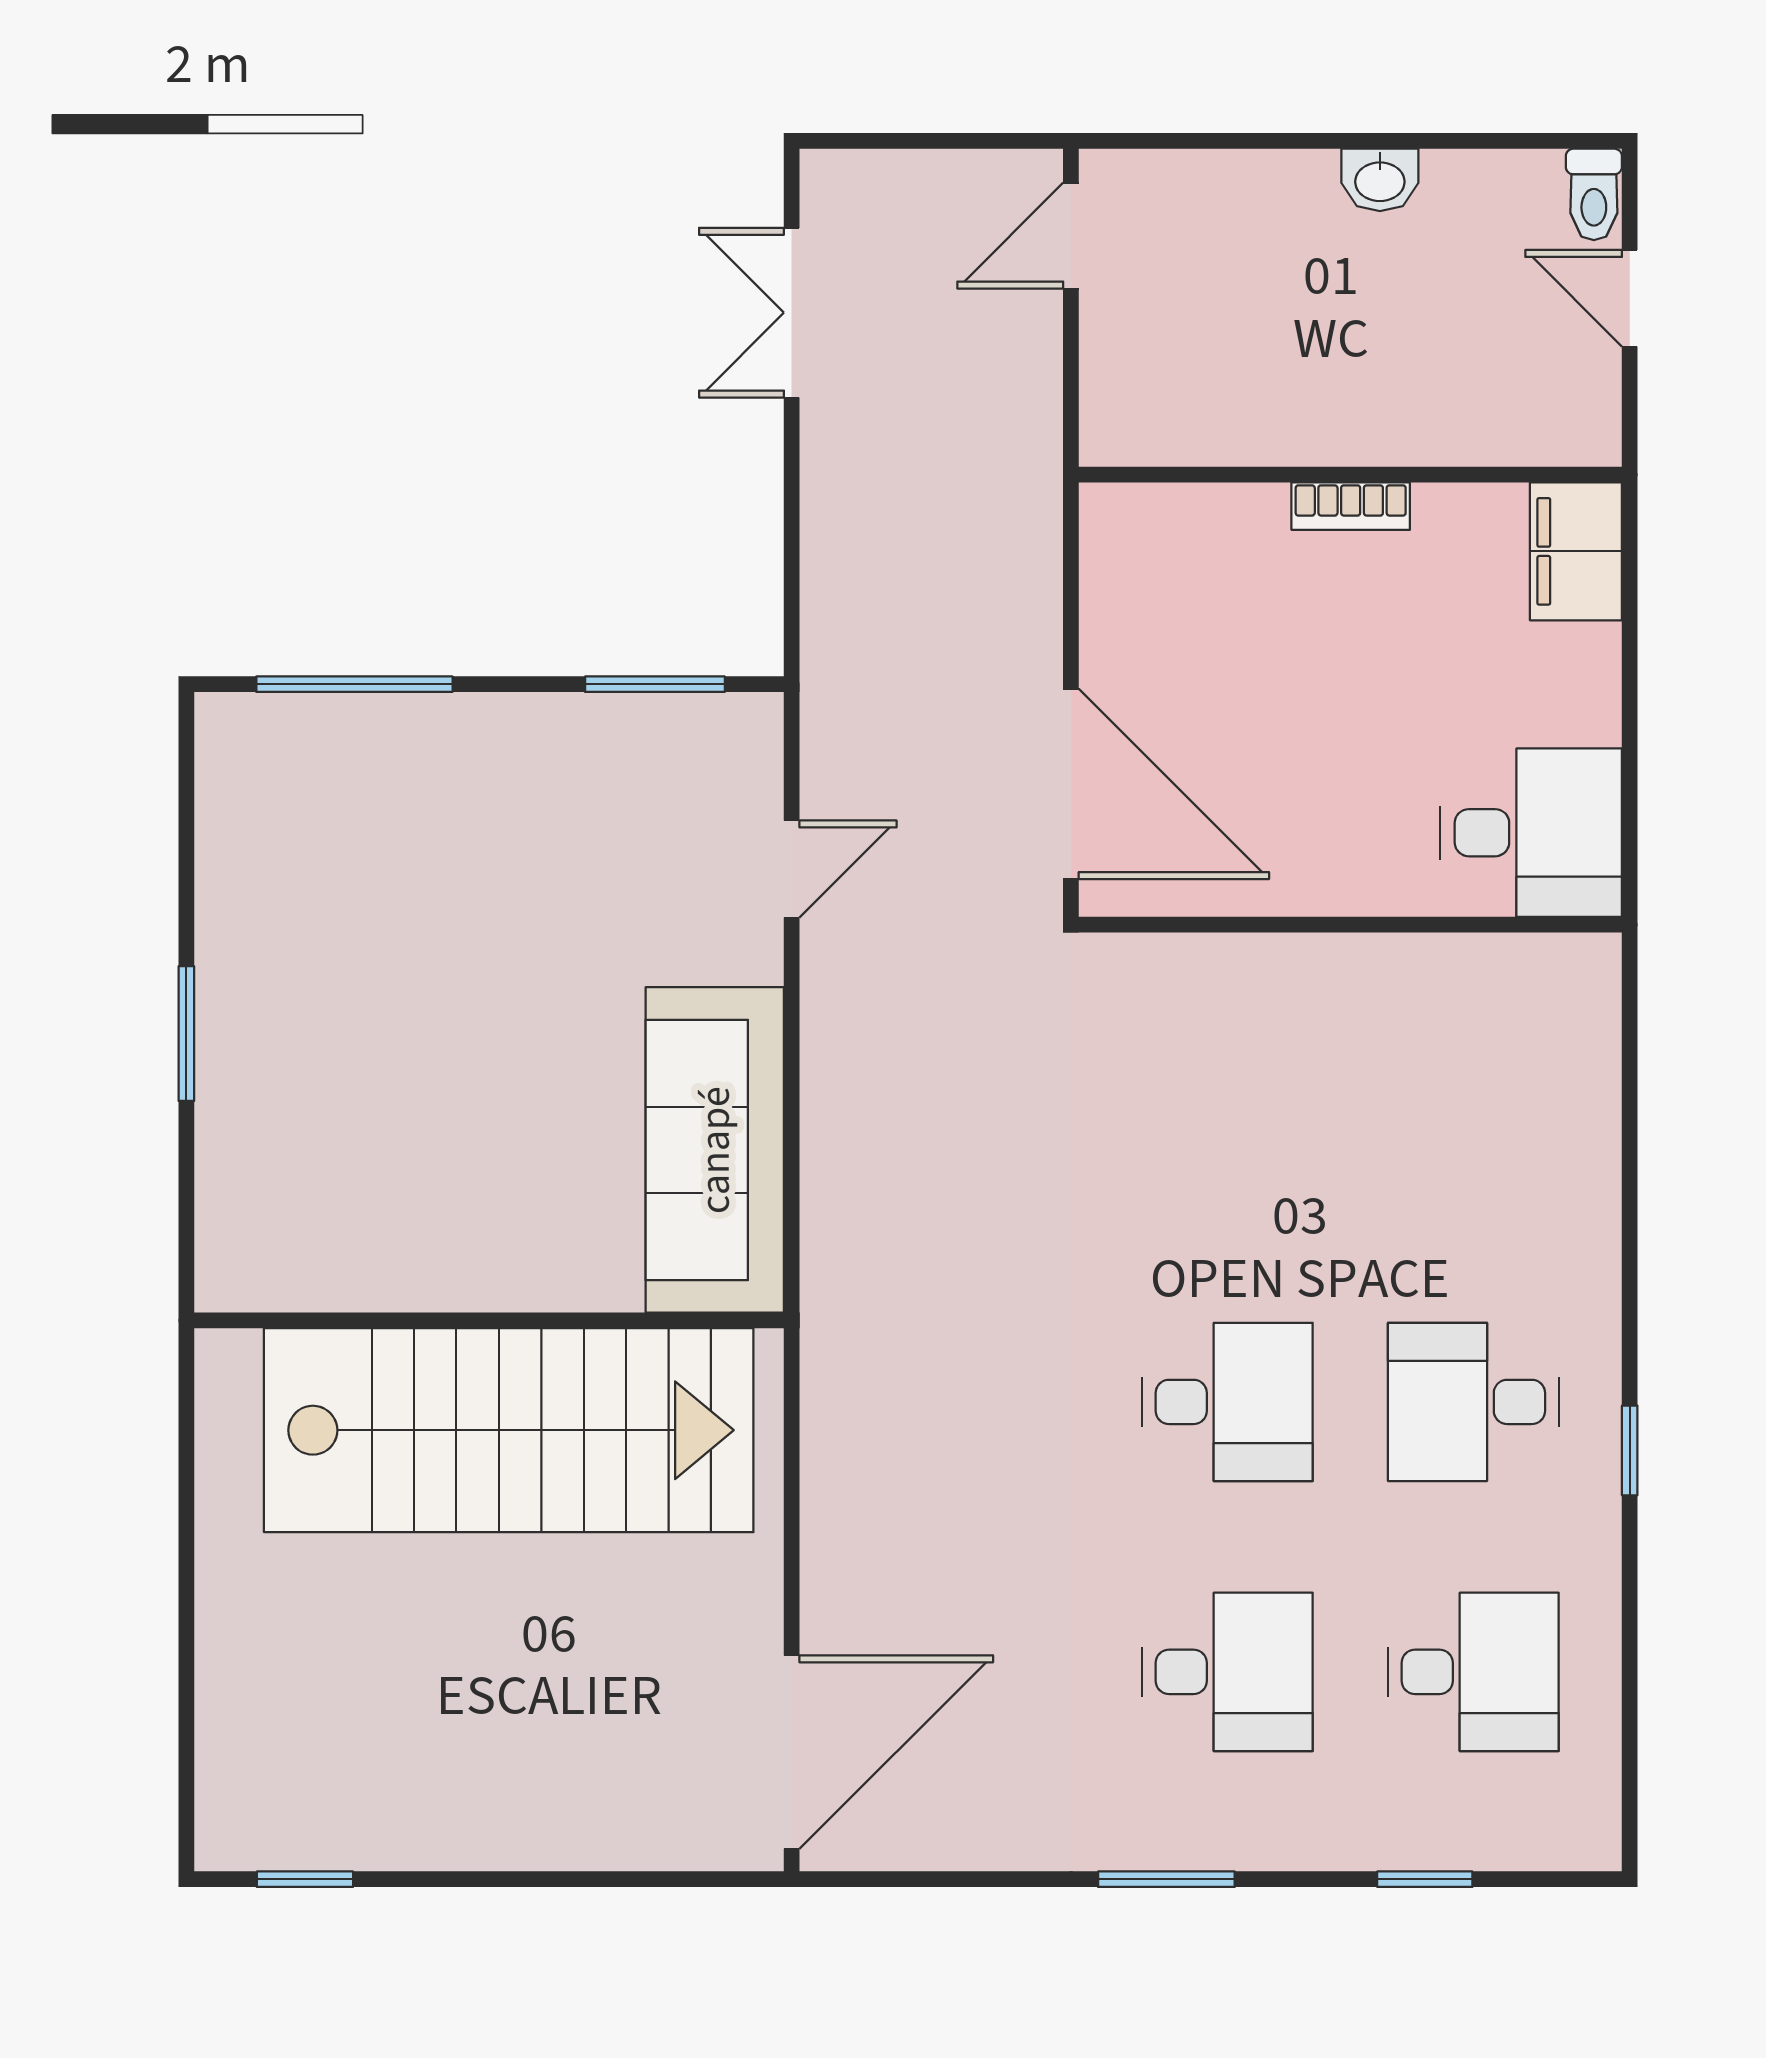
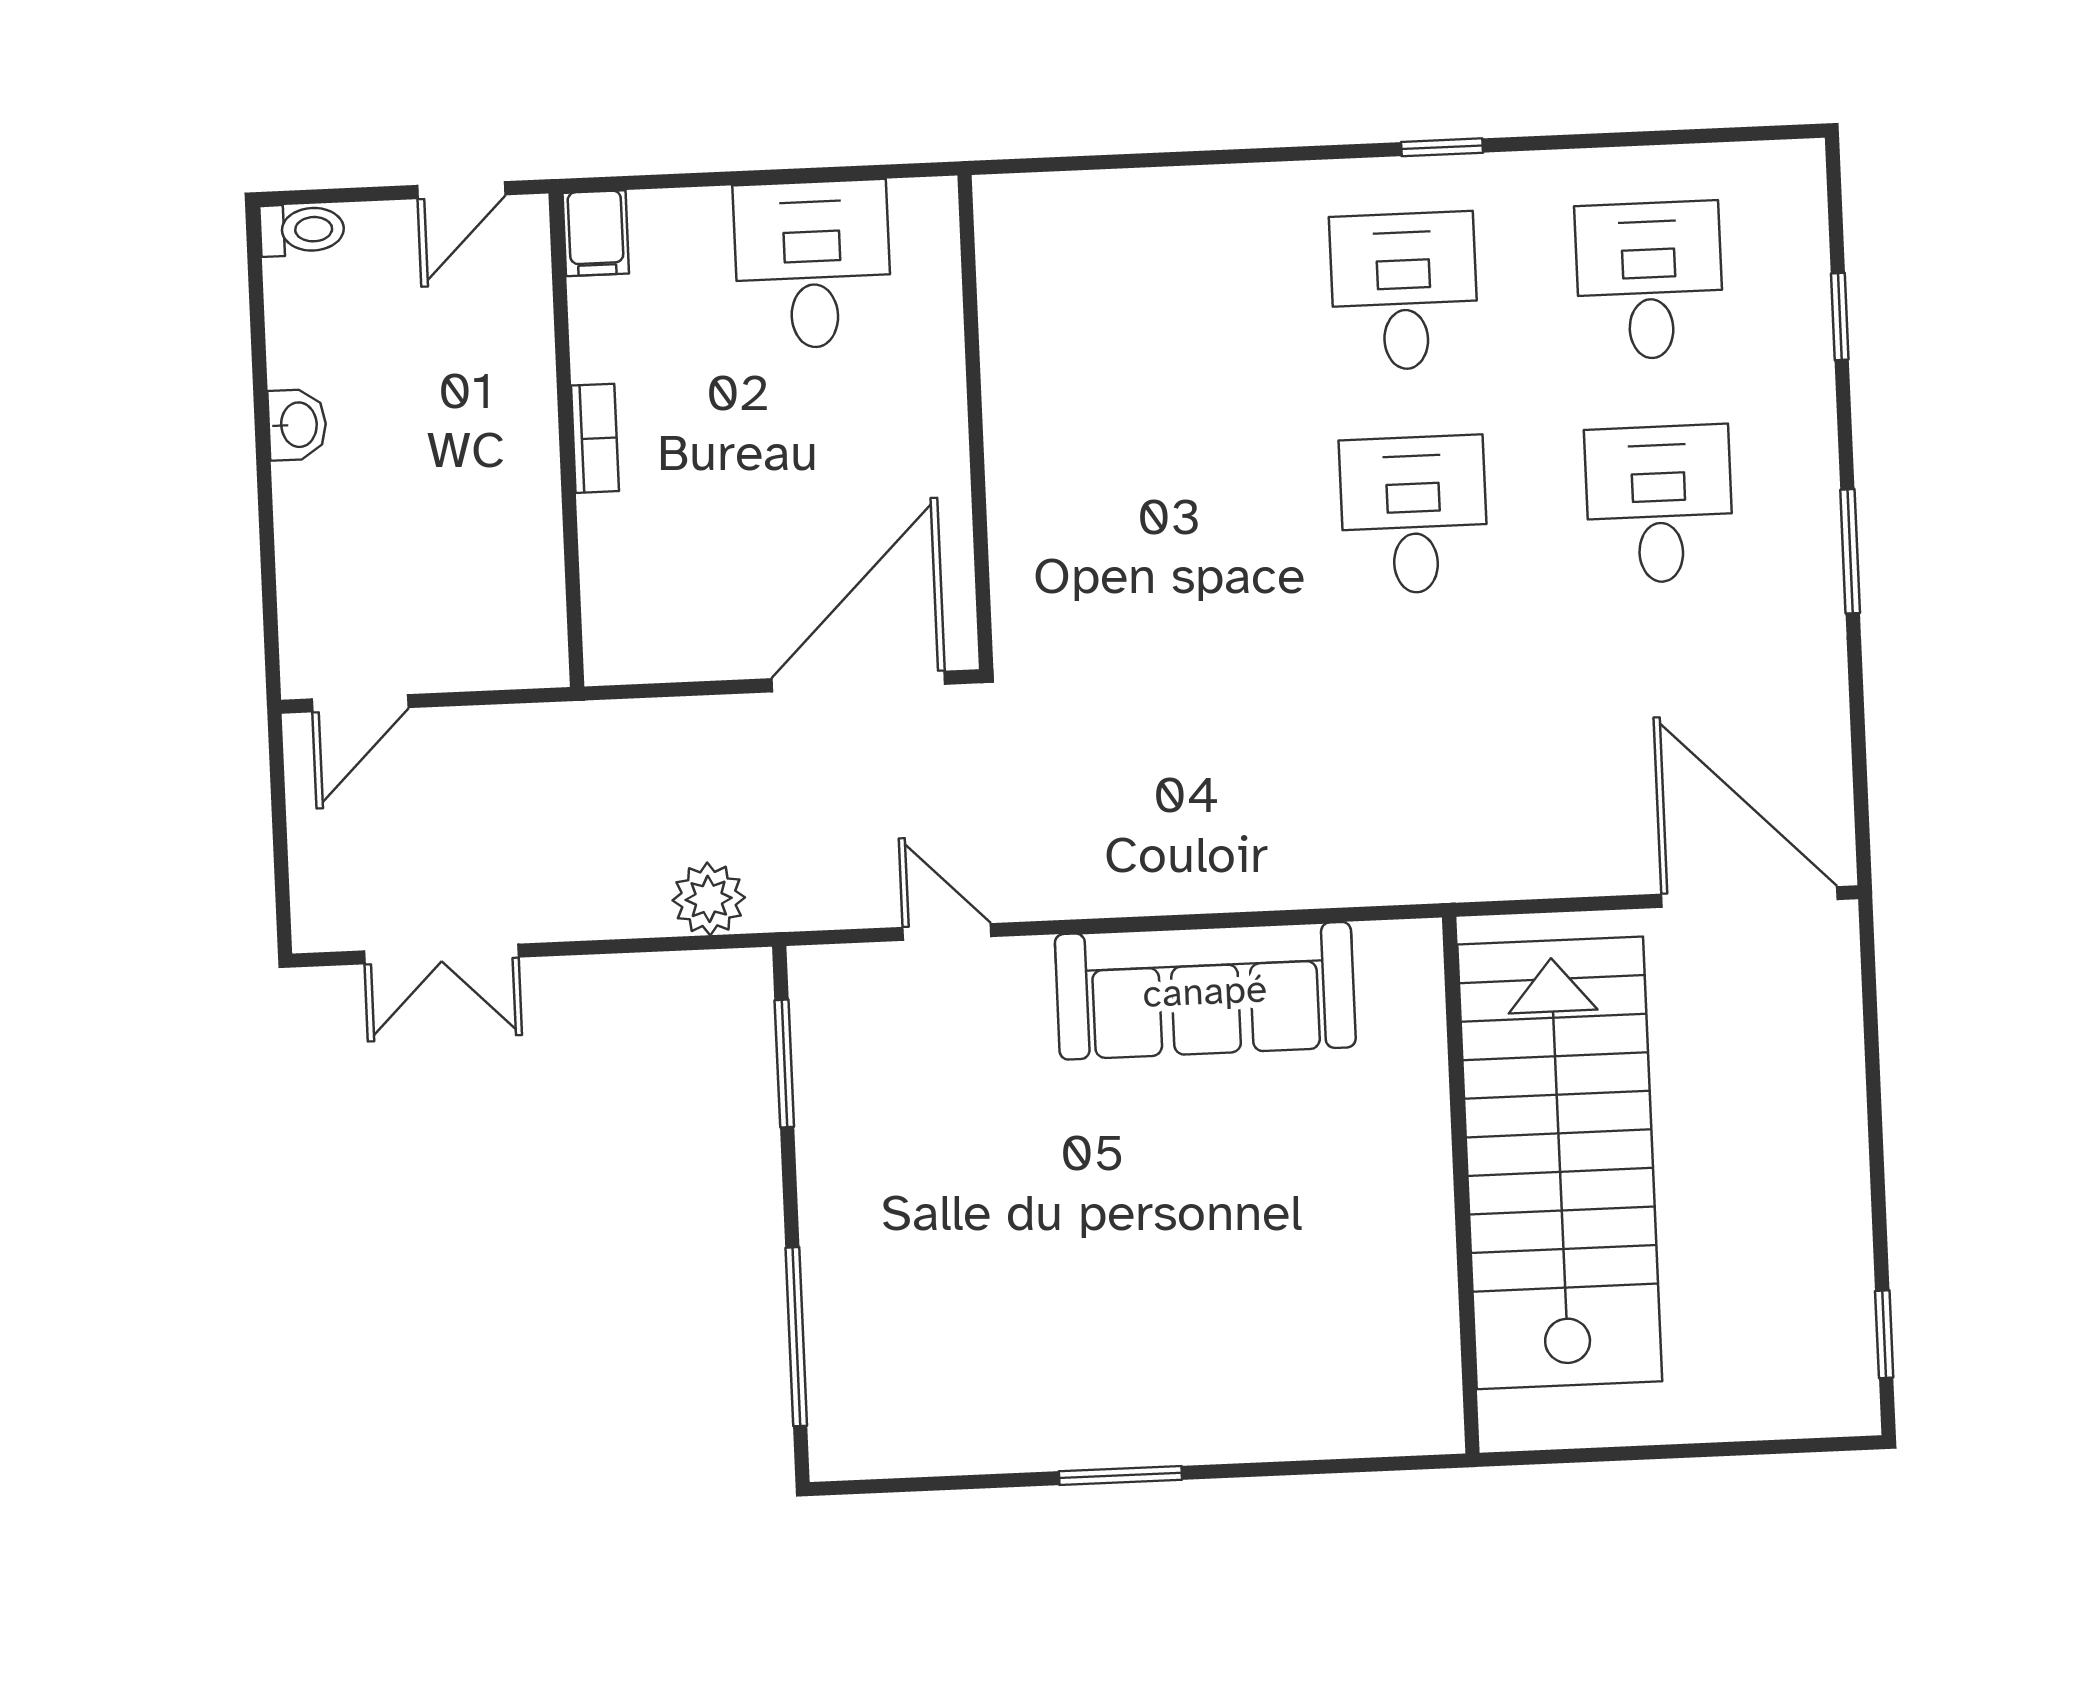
door: (1071, 236) -> (360, 703), hinge flipped
door: (1630, 298) -> (461, 190), moved
filing cabinet: (1576, 551) -> (596, 233), width x0.50
plant: (839, 609) -> (709, 899), added
desk: (1531, 833) -> (813, 265), moved
wall: (489, 1320) -> (1461, 1185), moved
desk: (1473, 1402) -> (1404, 291), turned 180
stairs: (509, 1430) -> (1560, 1163), moved

